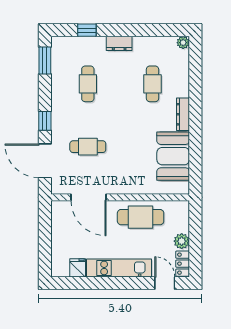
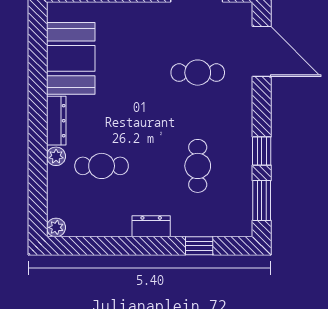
cafe table: (152, 84) -> (102, 166), turned 90
plant: (183, 90) -> (56, 156), added
window: (45, 121) -> (262, 151), moved

